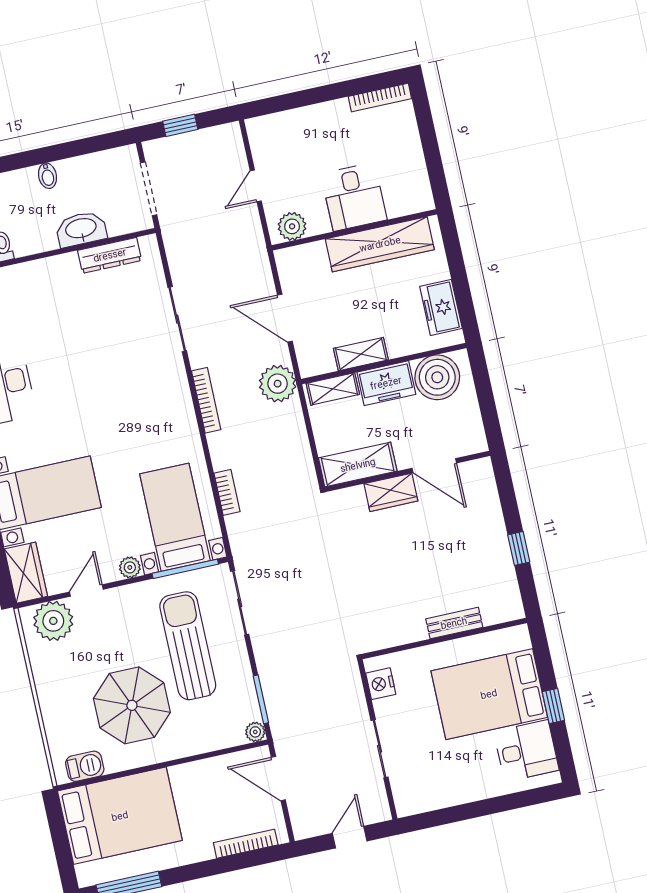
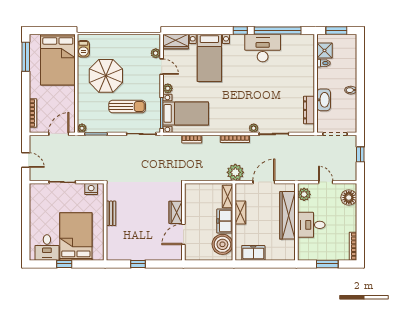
floor lamp: (278, 129) -> (349, 198), added
window: (430, 144) -> (327, 264), added
wardrobe: (380, 244) -> (287, 215), moved
plant: (174, 365) -> (254, 128), added
shelving: (358, 465) -> (191, 200), removed
plant: (53, 621) -> (156, 53), width x0.53, depth x0.53
bench: (454, 623) -> (111, 213), moved
sun lounger: (188, 646) -> (127, 107), width x0.73, depth x0.75

